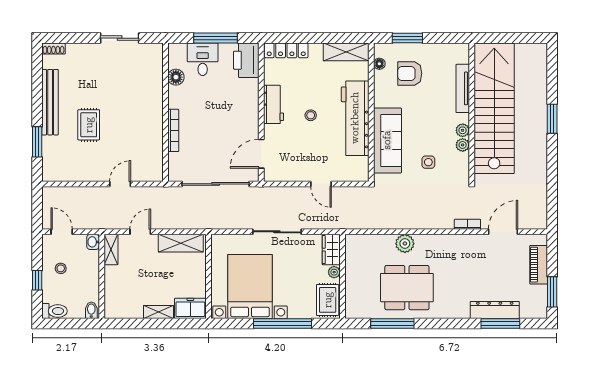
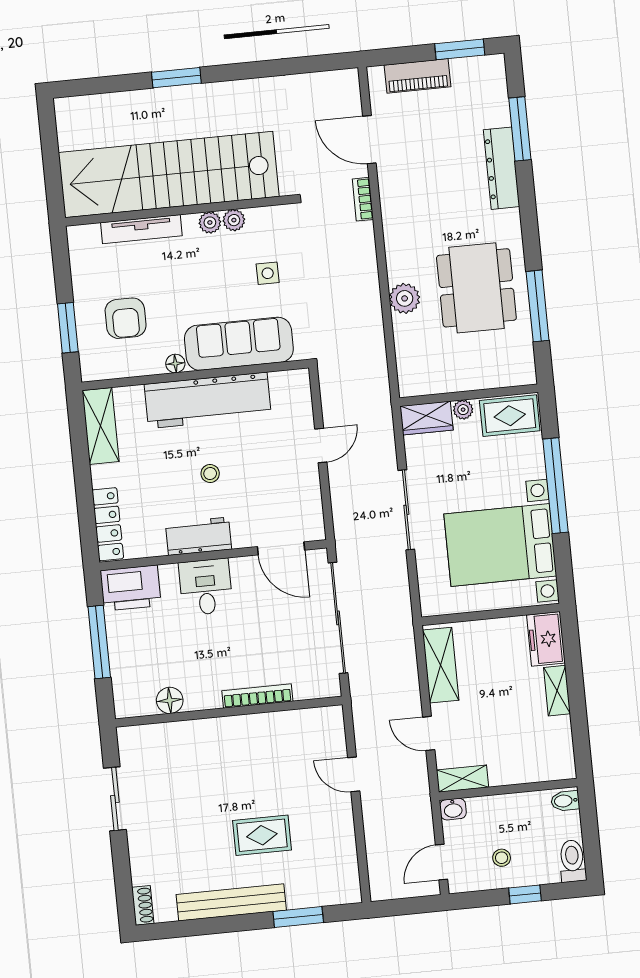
desk: (203, 59) -> (206, 587), moved, turned 90
floor lamp: (379, 64) -> (175, 364), moved
dresser: (495, 310) -> (502, 168), moved

